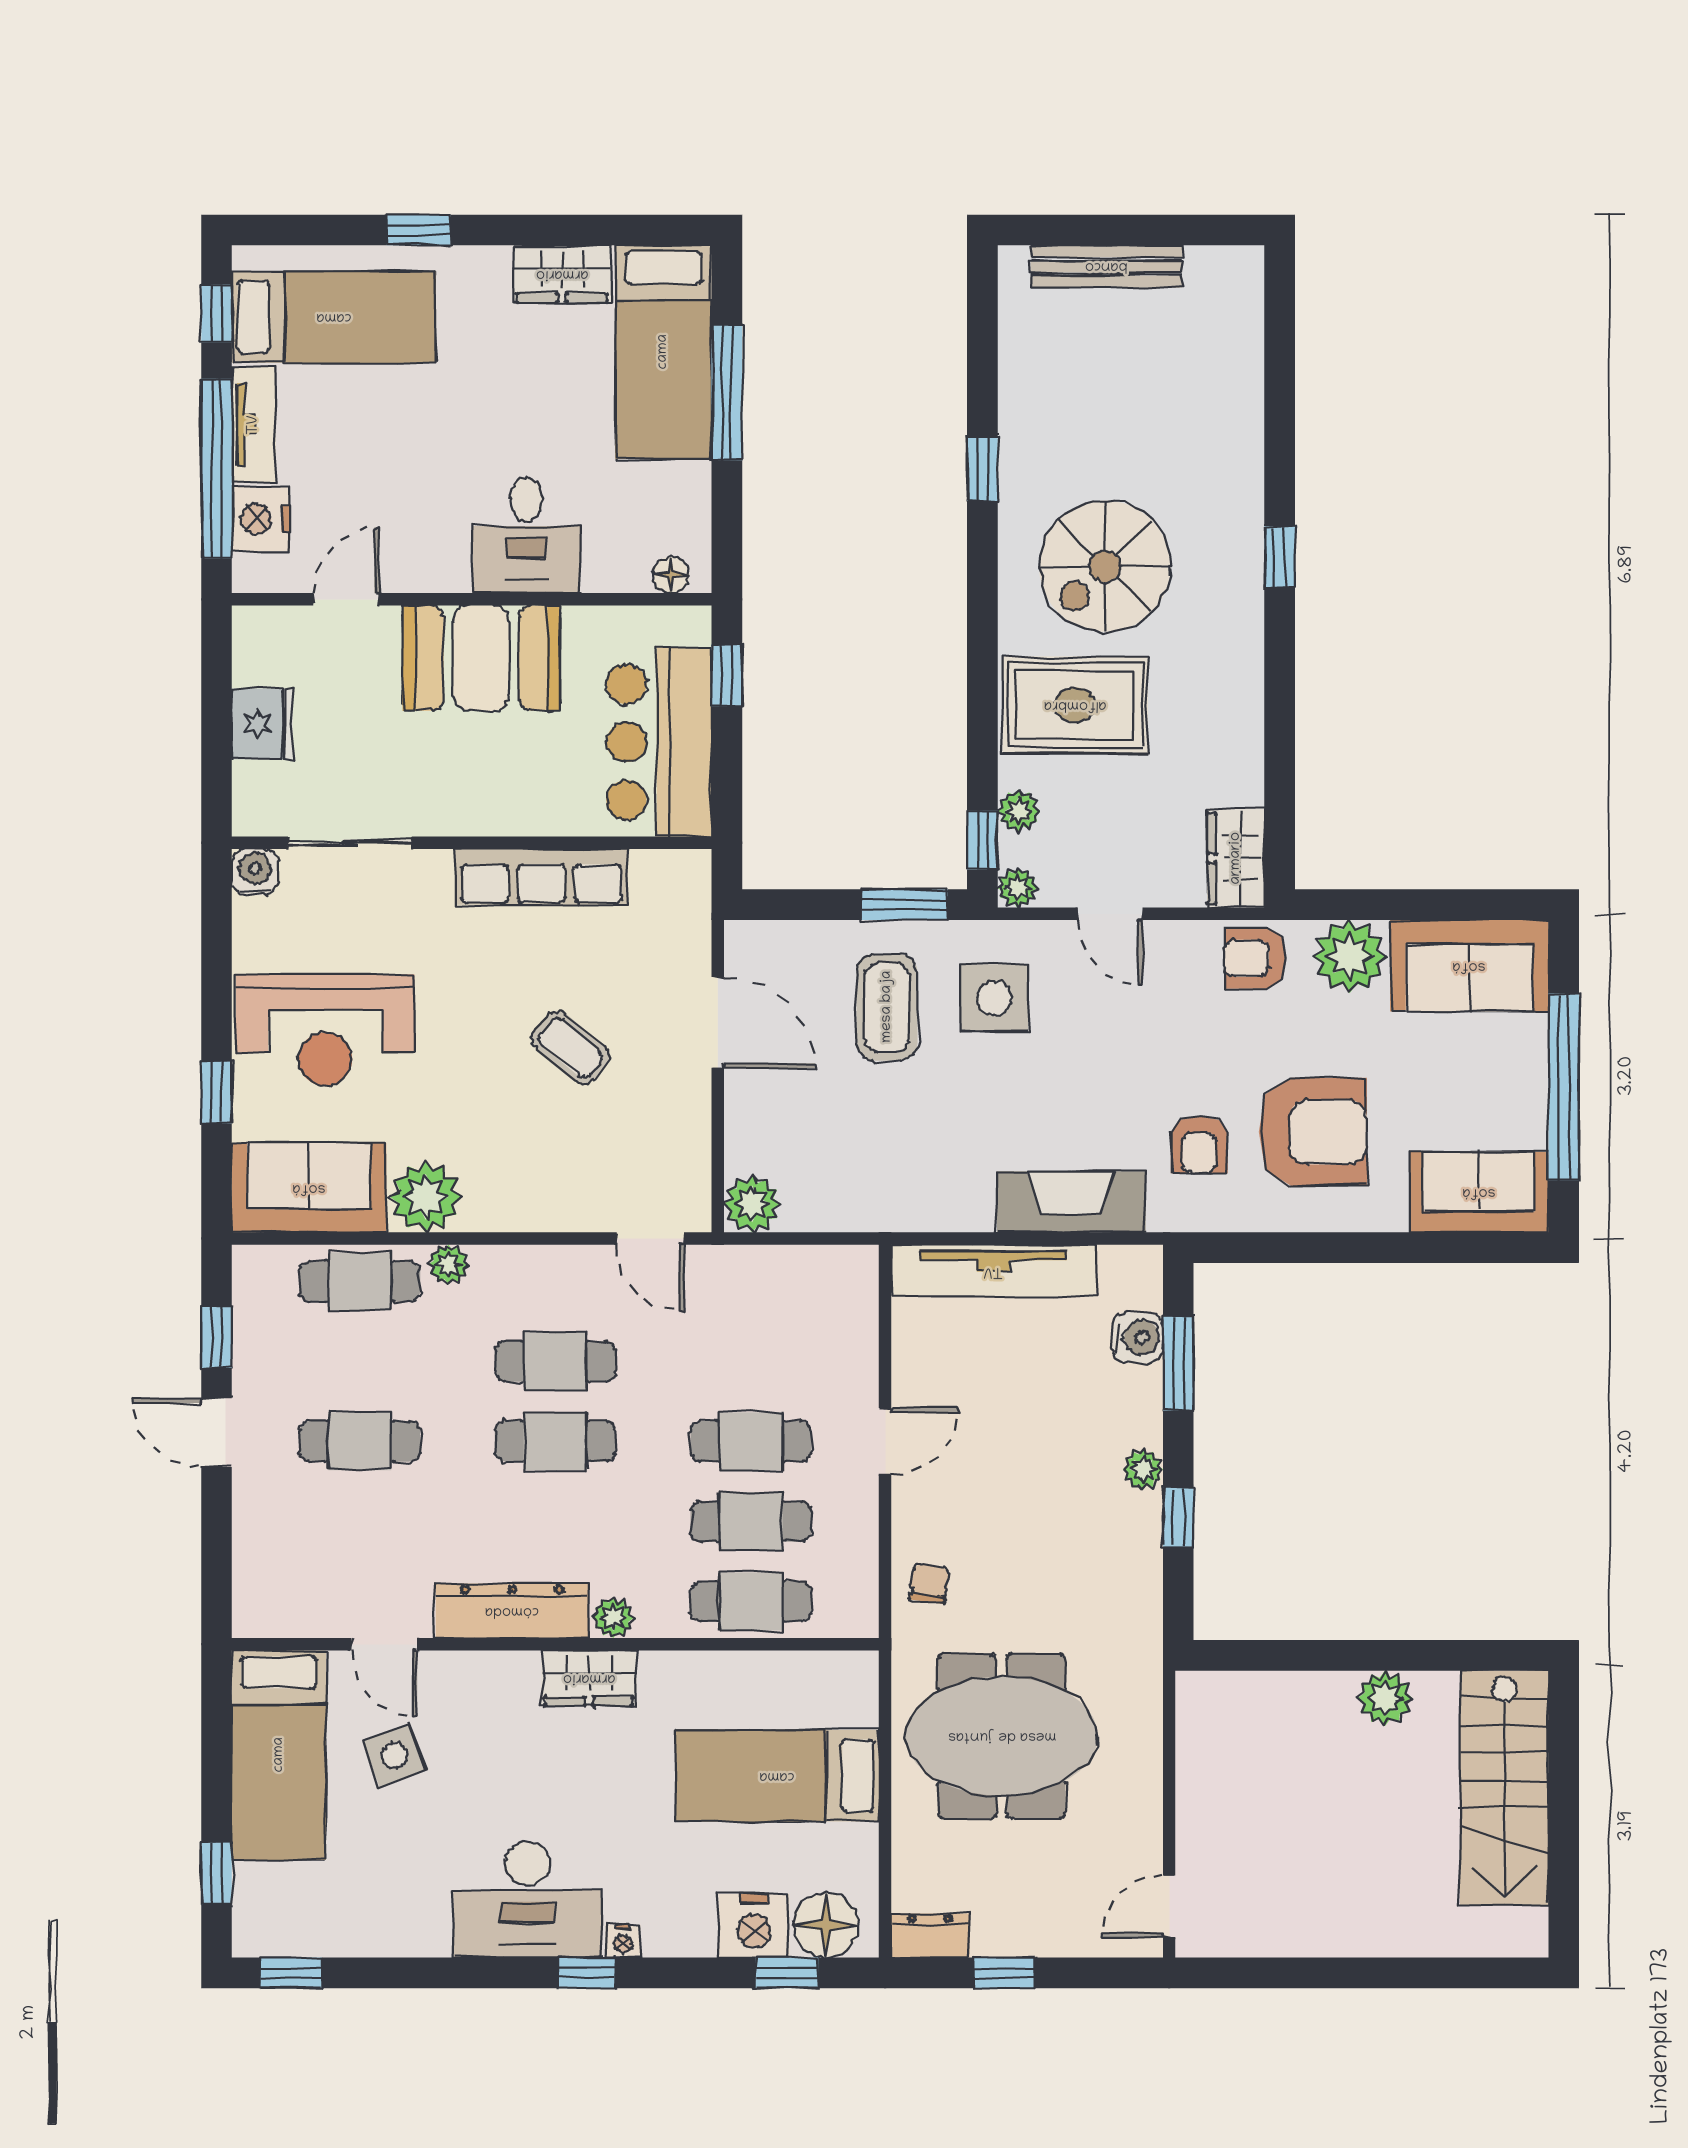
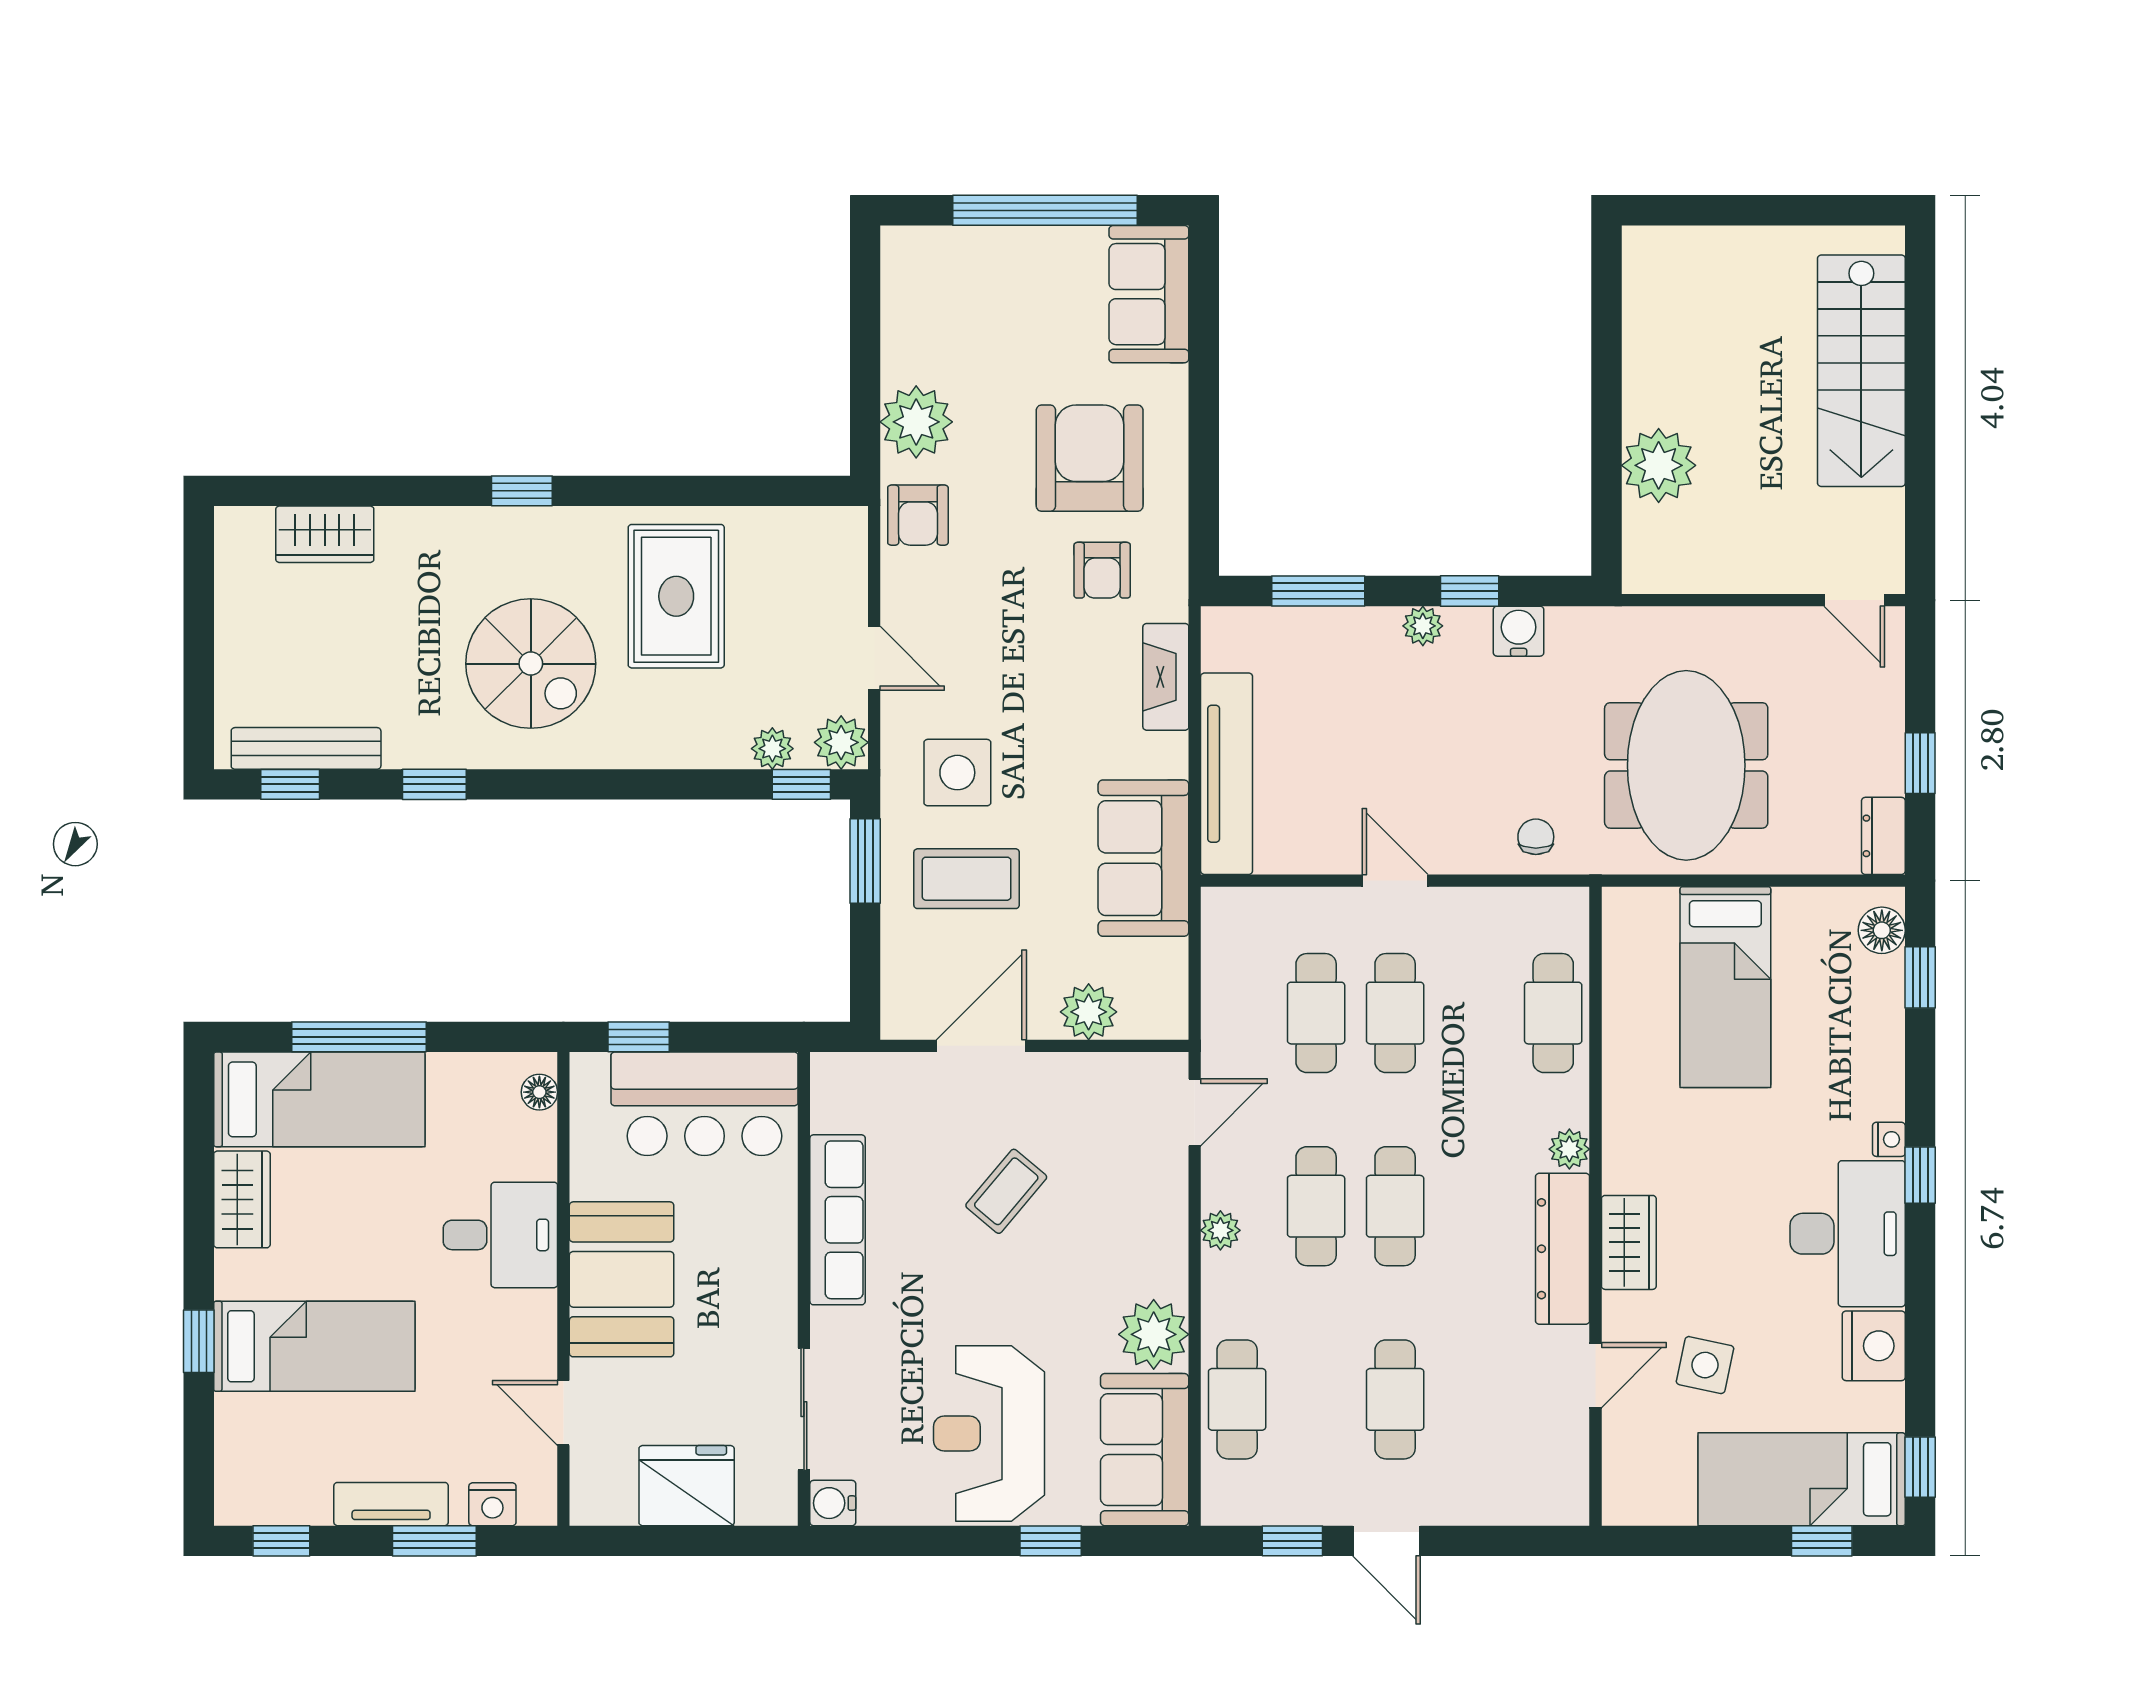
bench: (1106, 266) -> (306, 748), moved, turned 90
bed: (334, 317) -> (314, 1346), moved, turned 90
window: (982, 323) -> (290, 784), added
window: (217, 469) -> (434, 1541), width x0.47
nightstand: (261, 519) -> (492, 1504), width x0.74, depth x0.75
rug: (1075, 705) -> (676, 596), moved
fridge: (262, 724) -> (687, 1486), width x1.36, depth x1.34
wardrobe: (1236, 858) -> (325, 534), moved
plant: (1017, 888) -> (841, 742), width x1.38, depth x1.38
door: (1110, 914) -> (874, 658), hinge flipped
sofa: (1469, 966) -> (1143, 858), moved, turned 180
reception desk: (325, 1030) -> (989, 1434), turned 180
armchair: (1199, 1145) -> (1102, 570), turned 90
fireplace: (1071, 1202) -> (1166, 677), width x0.73, depth x0.76
plant: (752, 1204) -> (1089, 1012), moved
plant: (448, 1264) -> (1220, 1230), moved
water cooler: (1138, 1337) -> (1519, 631), moved
door: (217, 1433) -> (1387, 1541), hinge flipped
cafe table: (751, 1521) -> (1316, 1013), moved
chair: (929, 1584) -> (1536, 837), turned 82
wardrobe: (589, 1678) -> (1629, 1242), moved
plant: (1385, 1698) -> (1659, 465), moved, width x1.36, depth x1.36
bed: (279, 1755) -> (1802, 1479), moved, turned 180
side table: (395, 1755) -> (1705, 1365), turned 32
stairs: (1504, 1788) -> (1861, 371), moved, turned 90
floor lamp: (826, 1925) -> (1882, 930), width x0.73, depth x0.73
nightstand: (754, 1926) -> (1874, 1346), moved

